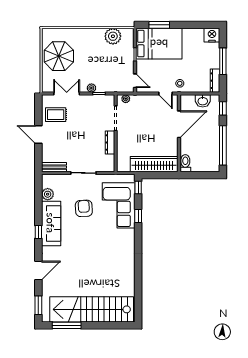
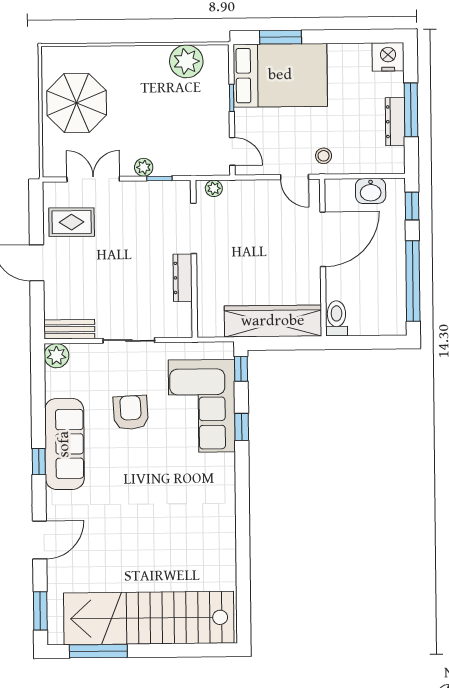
dresser: (215, 81) -> (395, 122), moved
plant: (48, 194) -> (56, 356), moved

